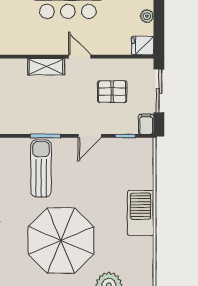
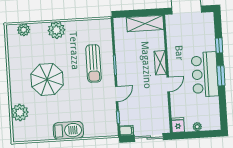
pallet: (112, 92) -> (146, 107), removed
door: (90, 136) -> (117, 94), swing flipped
sun lounger: (41, 168) -> (93, 64), turned 90
parasol: (61, 241) -> (47, 79), width x0.73, depth x0.73

